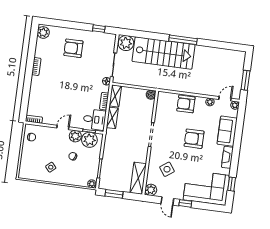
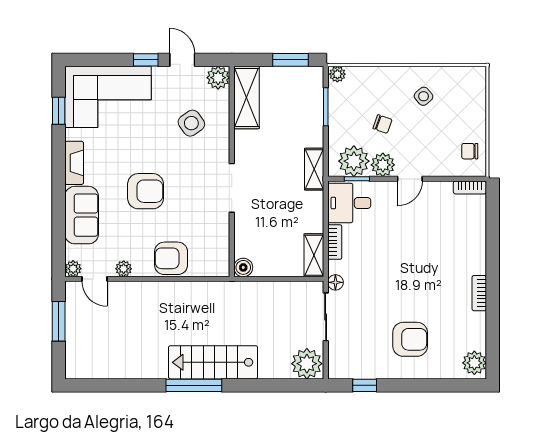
stairs: (164, 53) -> (213, 362), width x0.73, depth x0.66
door: (225, 99) -> (94, 279), hinge flipped
armchair: (186, 104) -> (171, 258), turned 180
shelving: (112, 118) -> (314, 169), moved

